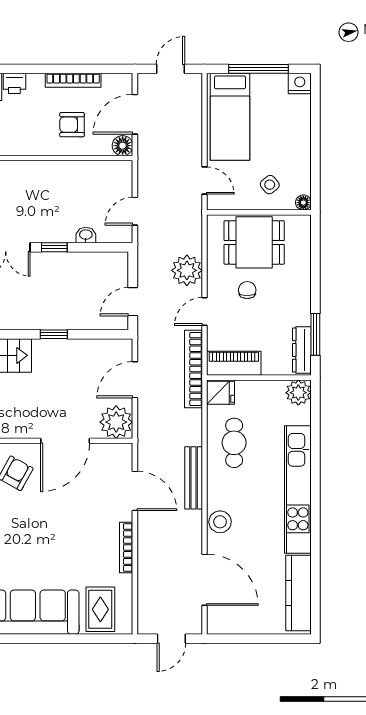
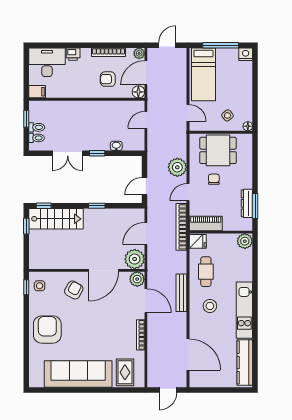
plant: (124, 82) -> (139, 53), added
door: (135, 211) -> (146, 120), moved
dresser: (302, 350) -> (247, 203), moved
plant: (120, 455) -> (137, 279), added
kitchen unit: (298, 489) -> (244, 310), width x0.73
stool: (220, 522) -> (210, 306), moved

